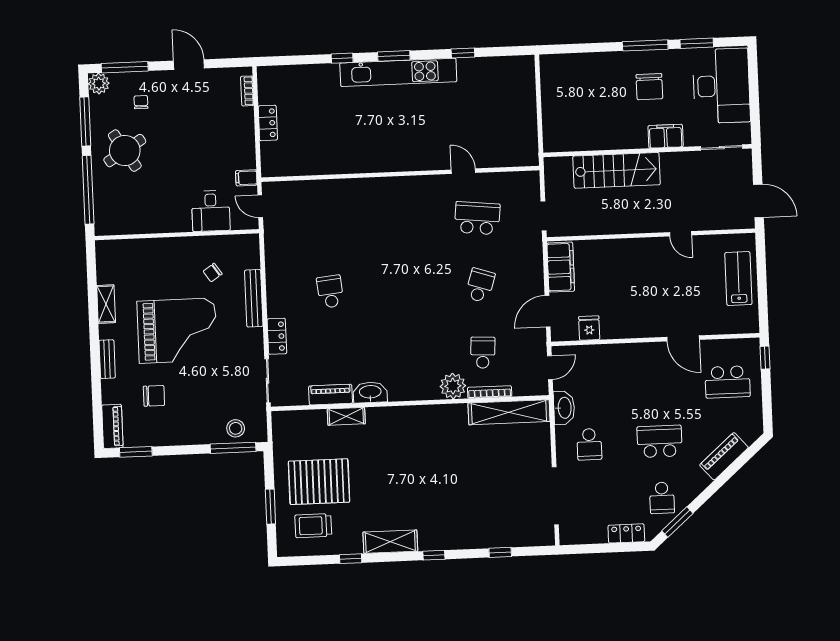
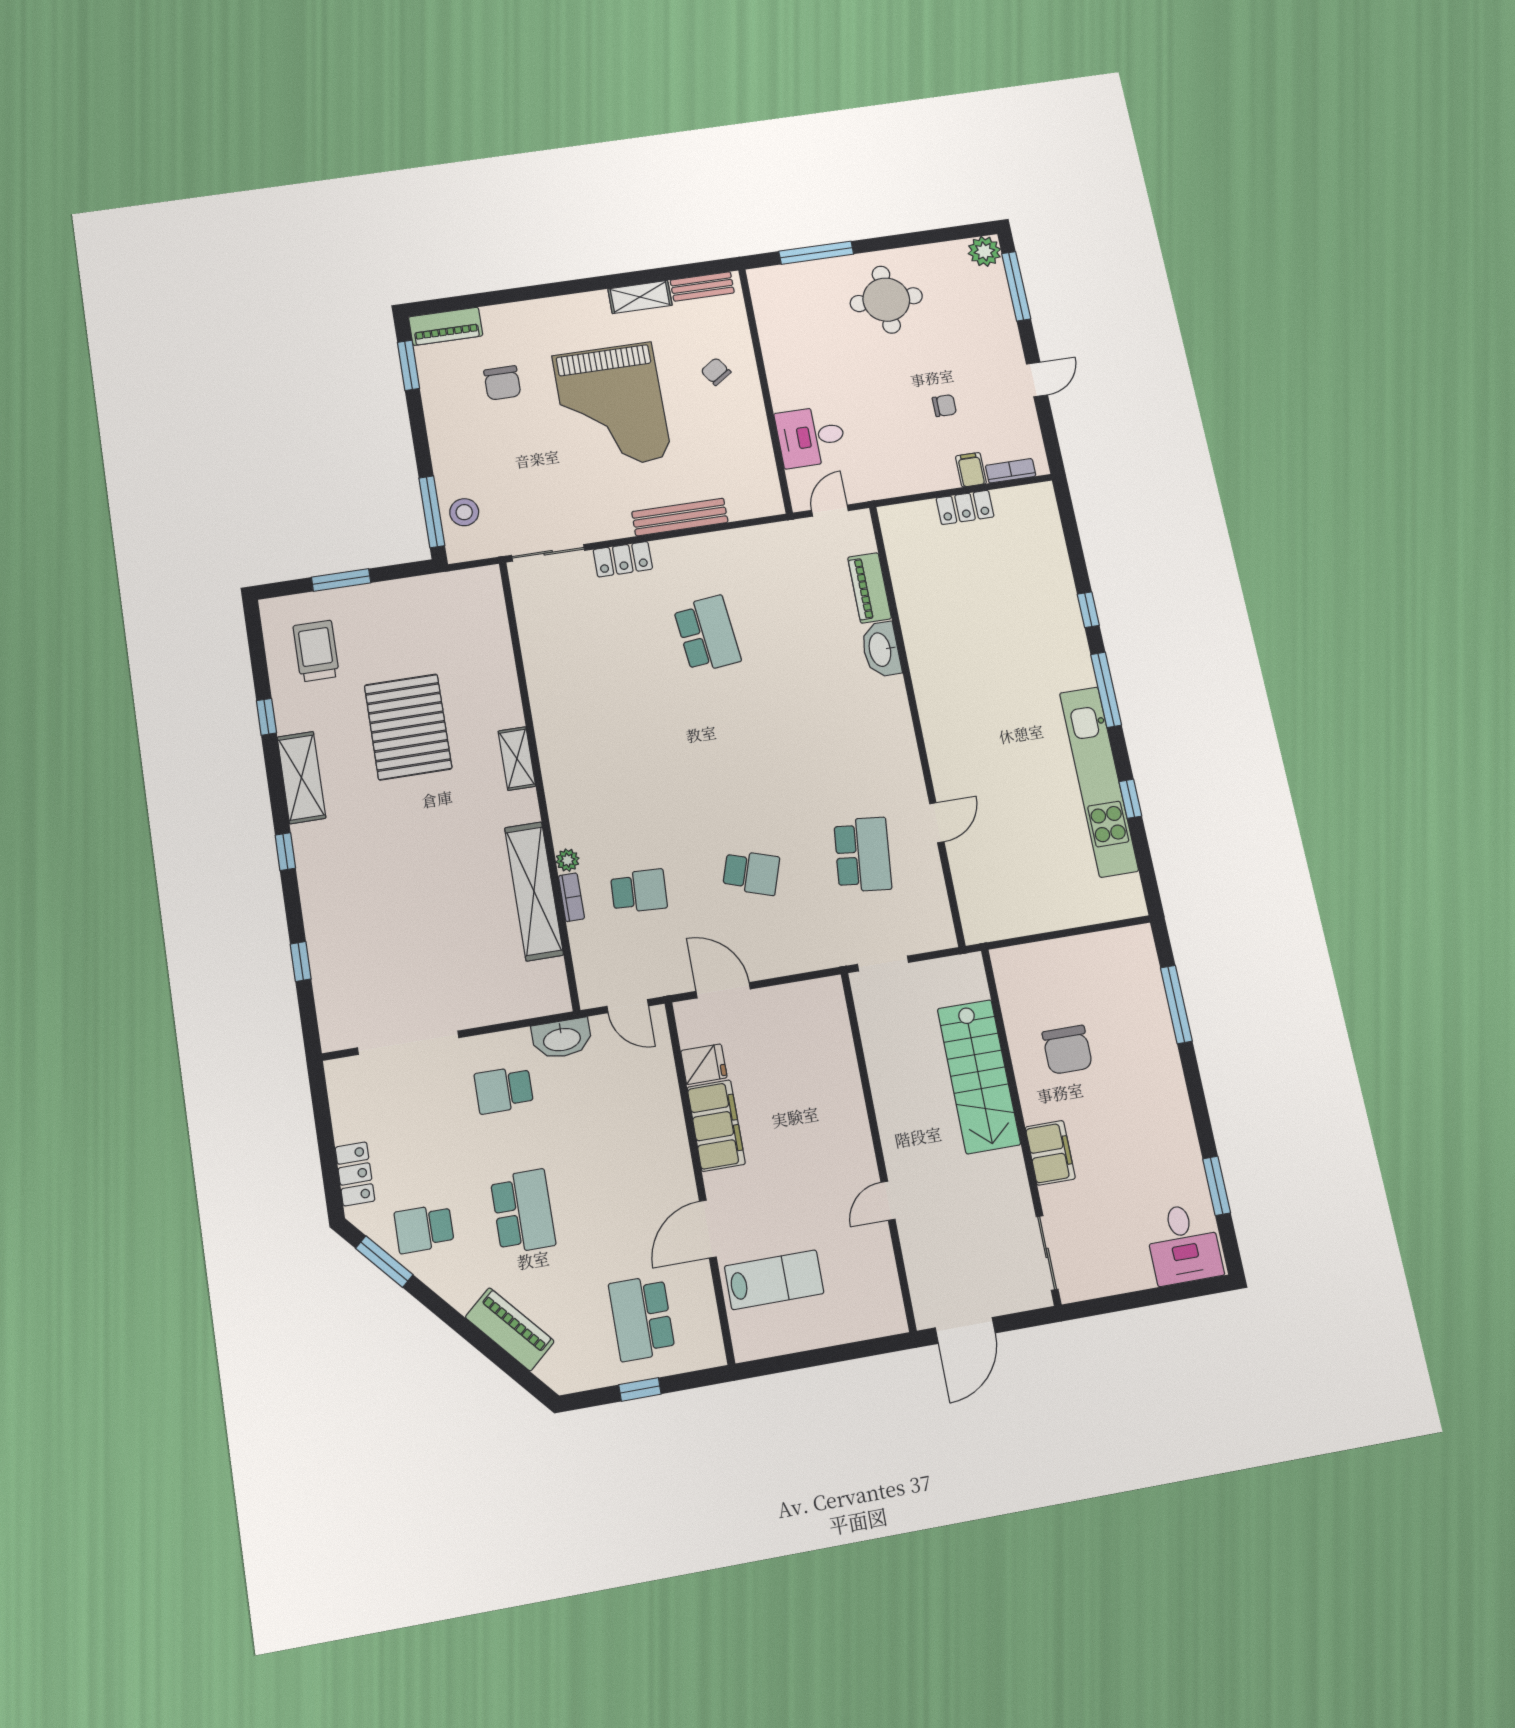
window: (645, 45) -> (1176, 1004), moved
window: (394, 56) -> (1106, 690), width x1.44
door: (189, 65) -> (1037, 380), width x0.73
kitchen unit: (398, 72) -> (1099, 781), moved
desk: (721, 86) -> (1184, 1244), width x0.53, depth x0.77
chair: (649, 87) -> (1067, 1050), moved, turned -90
chair: (141, 102) -> (944, 406), moved
window: (85, 121) -> (922, 238), removed
round table: (125, 151) -> (886, 300), turned 32
filing cabinet: (246, 178) -> (971, 470), moved
window: (88, 190) -> (816, 253), width x0.68
filing cabinet: (561, 267) -> (716, 1126), moved, turned -90
chair: (213, 273) -> (716, 372), moved
lab bench: (738, 279) -> (774, 1280), moved
school desk: (330, 292) -> (707, 634), width x1.85
window: (765, 358) -> (640, 1389), moved
bench: (107, 359) -> (702, 286), moved
plant: (453, 386) -> (568, 860), width x0.53, depth x0.53
washbasin: (370, 392) -> (881, 649), moved, turned 180
bookcase: (490, 392) -> (571, 897), width x0.64
piano: (331, 395) -> (870, 588), moved, turned 180
shelving: (509, 412) -> (534, 891), moved
shelving: (346, 416) -> (517, 759), moved
pallet: (319, 482) -> (408, 727), moved

